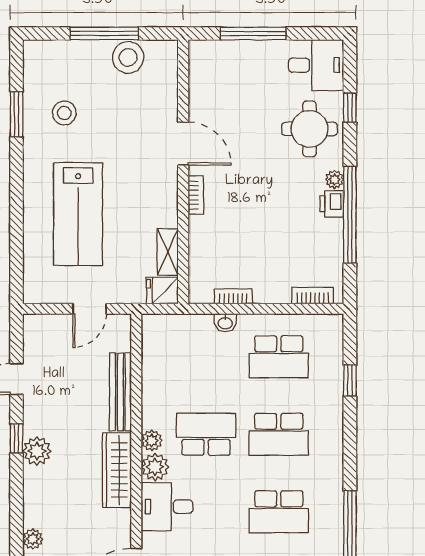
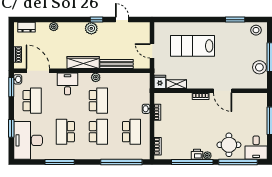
window: (350, 108) -> (238, 162), width x3.17
stool: (64, 113) -> (256, 30), moved
door: (183, 144) -> (223, 91), hinge flipped
school desk: (279, 357) -> (132, 132), turned 180
window: (350, 381) -> (121, 162), width x3.17
school desk: (279, 434) -> (98, 132), turned 180
plant: (155, 467) -> (84, 79), removed

